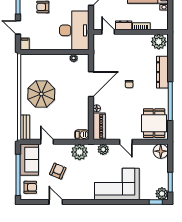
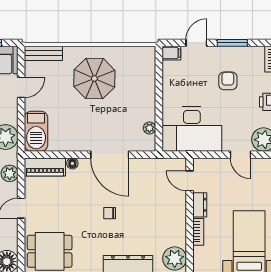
door: (108, 32) -> (190, 181), swing flipped
barbecue: (82, 135) -> (36, 131), width x1.88, depth x1.53

